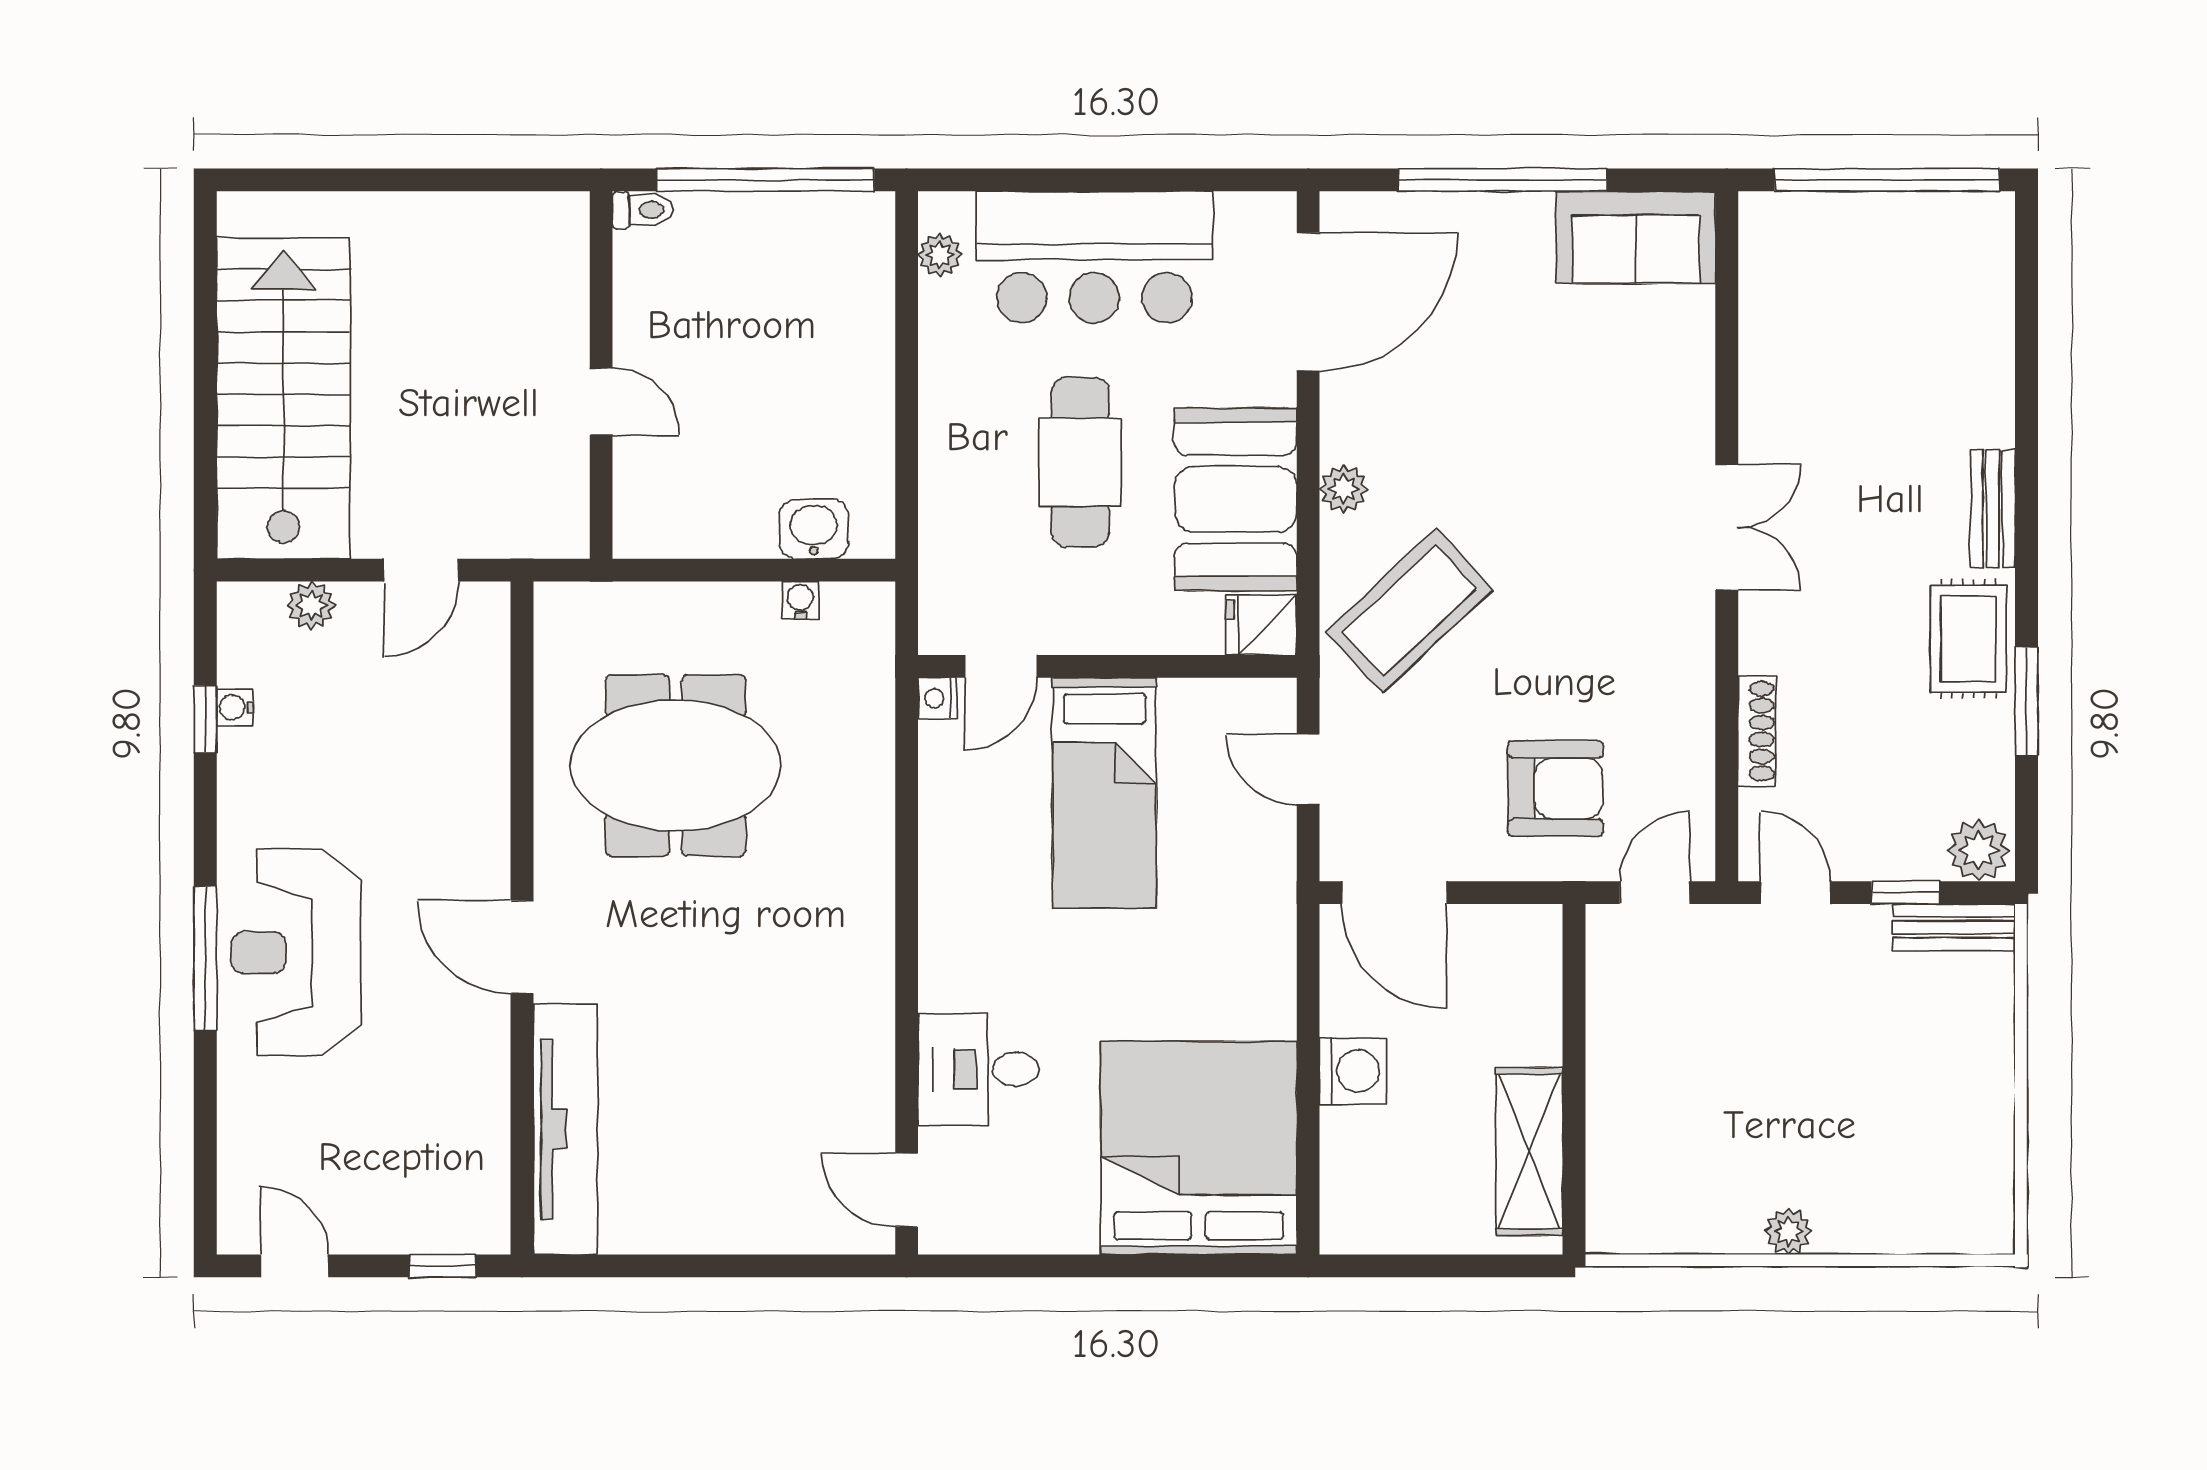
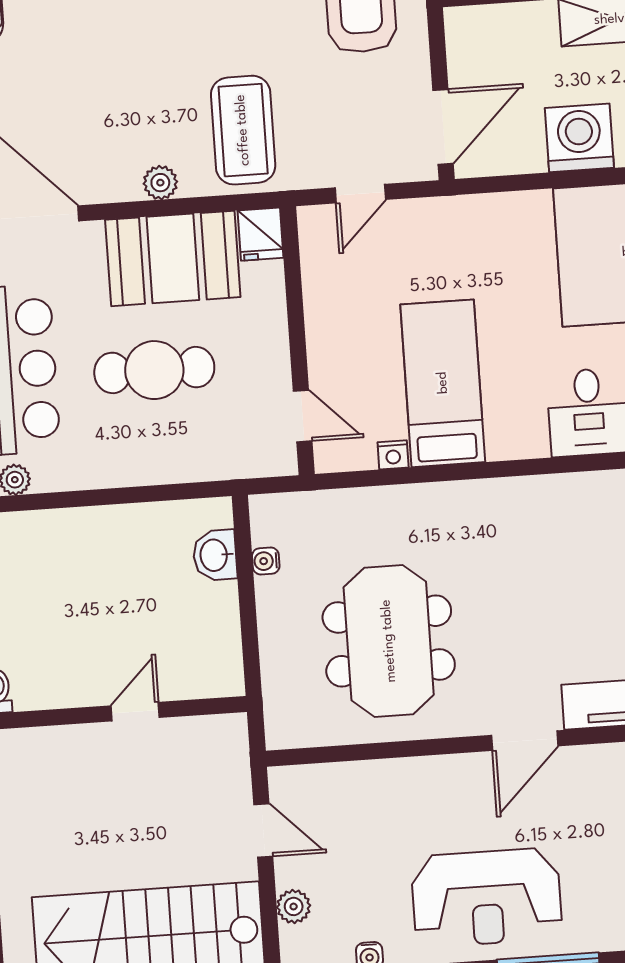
coffee table: (1409, 611) -> (243, 130), turned 43
nightstand: (937, 698) -> (393, 455), moved
bed: (1105, 793) -> (443, 383), moved, turned -90
reception desk: (296, 952) -> (487, 898), moved
washing machine: (1353, 1071) -> (579, 138), width x1.37, depth x1.37

